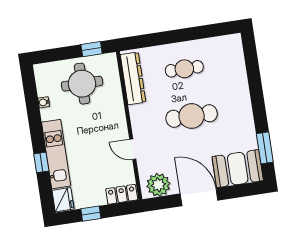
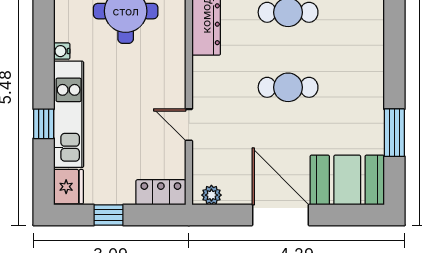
water cooler: (44, 102) -> (62, 51), moved
cafe table: (192, 116) -> (288, 87), width x0.73, depth x0.74
window: (265, 148) -> (394, 133), moved
plant: (158, 185) -> (211, 195), width x0.53, depth x0.53

